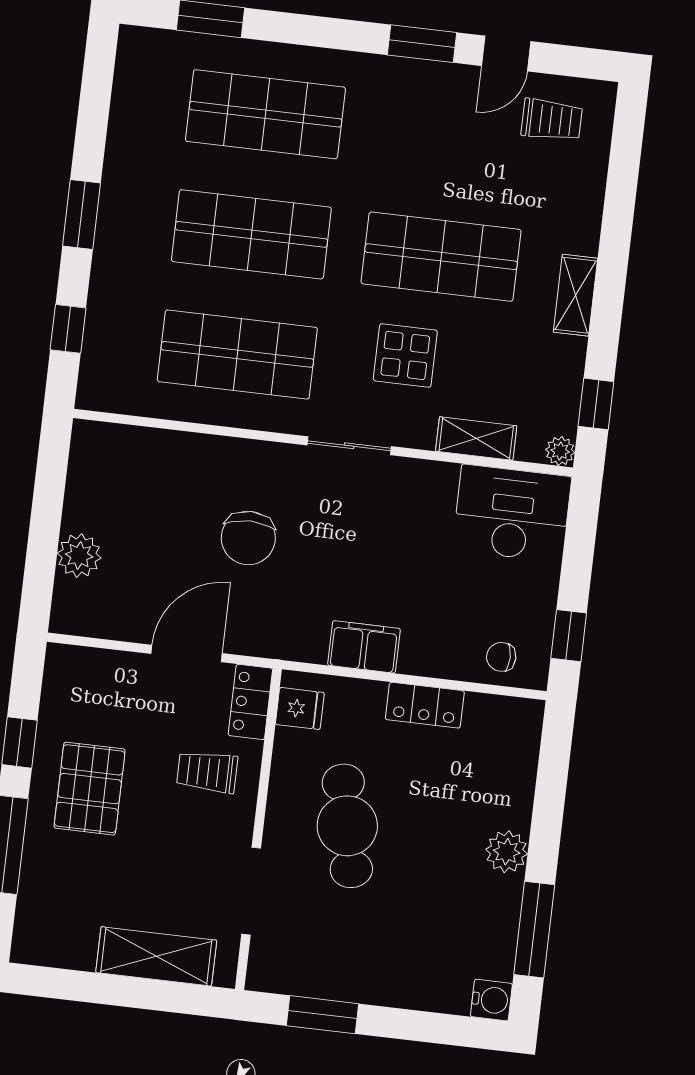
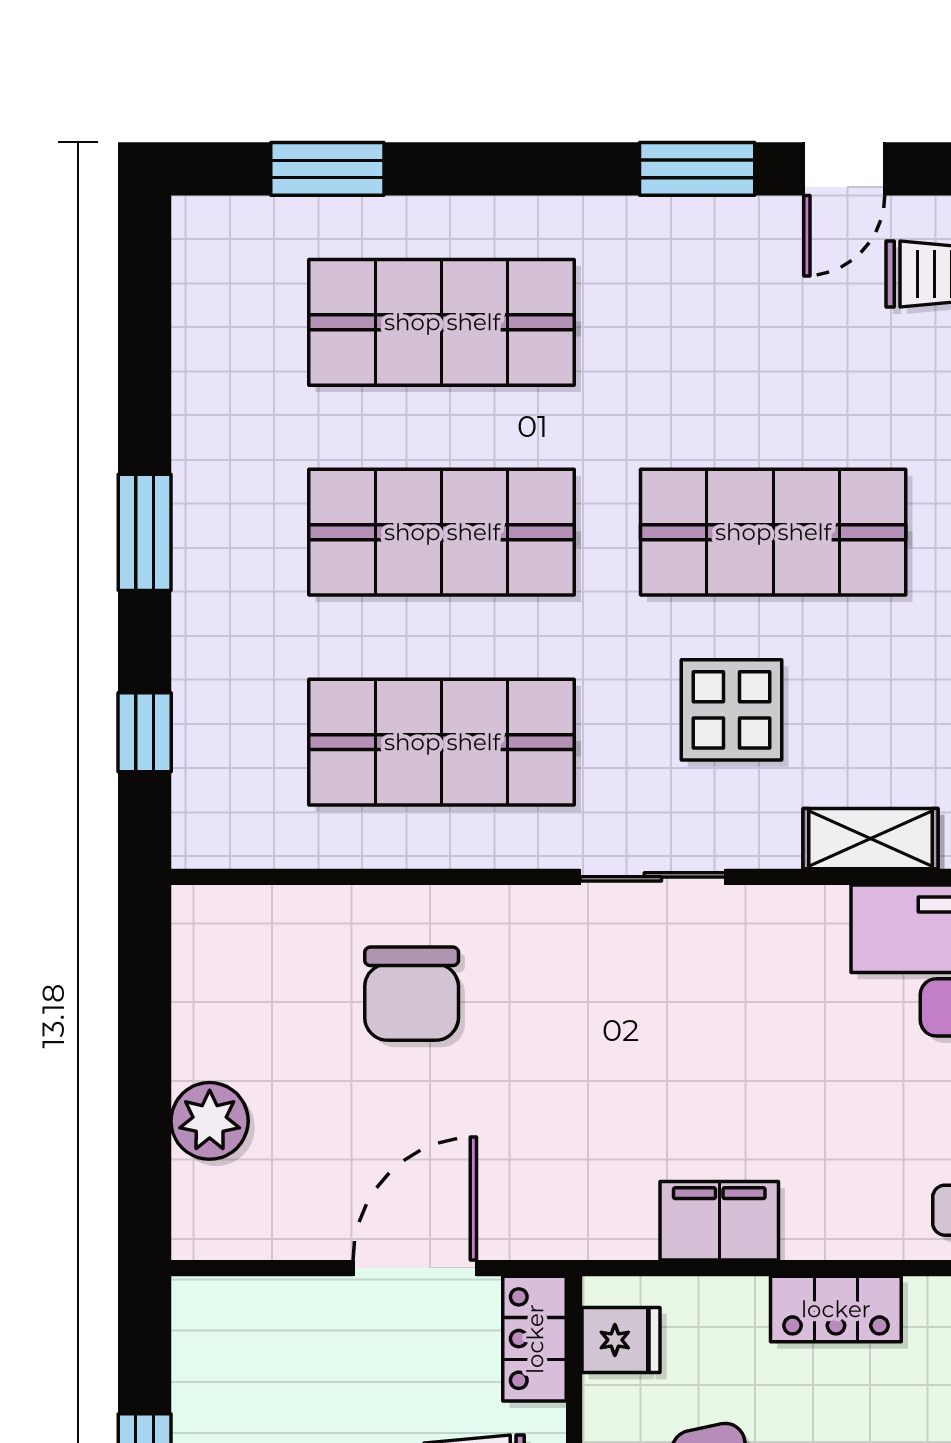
chair: (248, 538) -> (412, 994), moved

